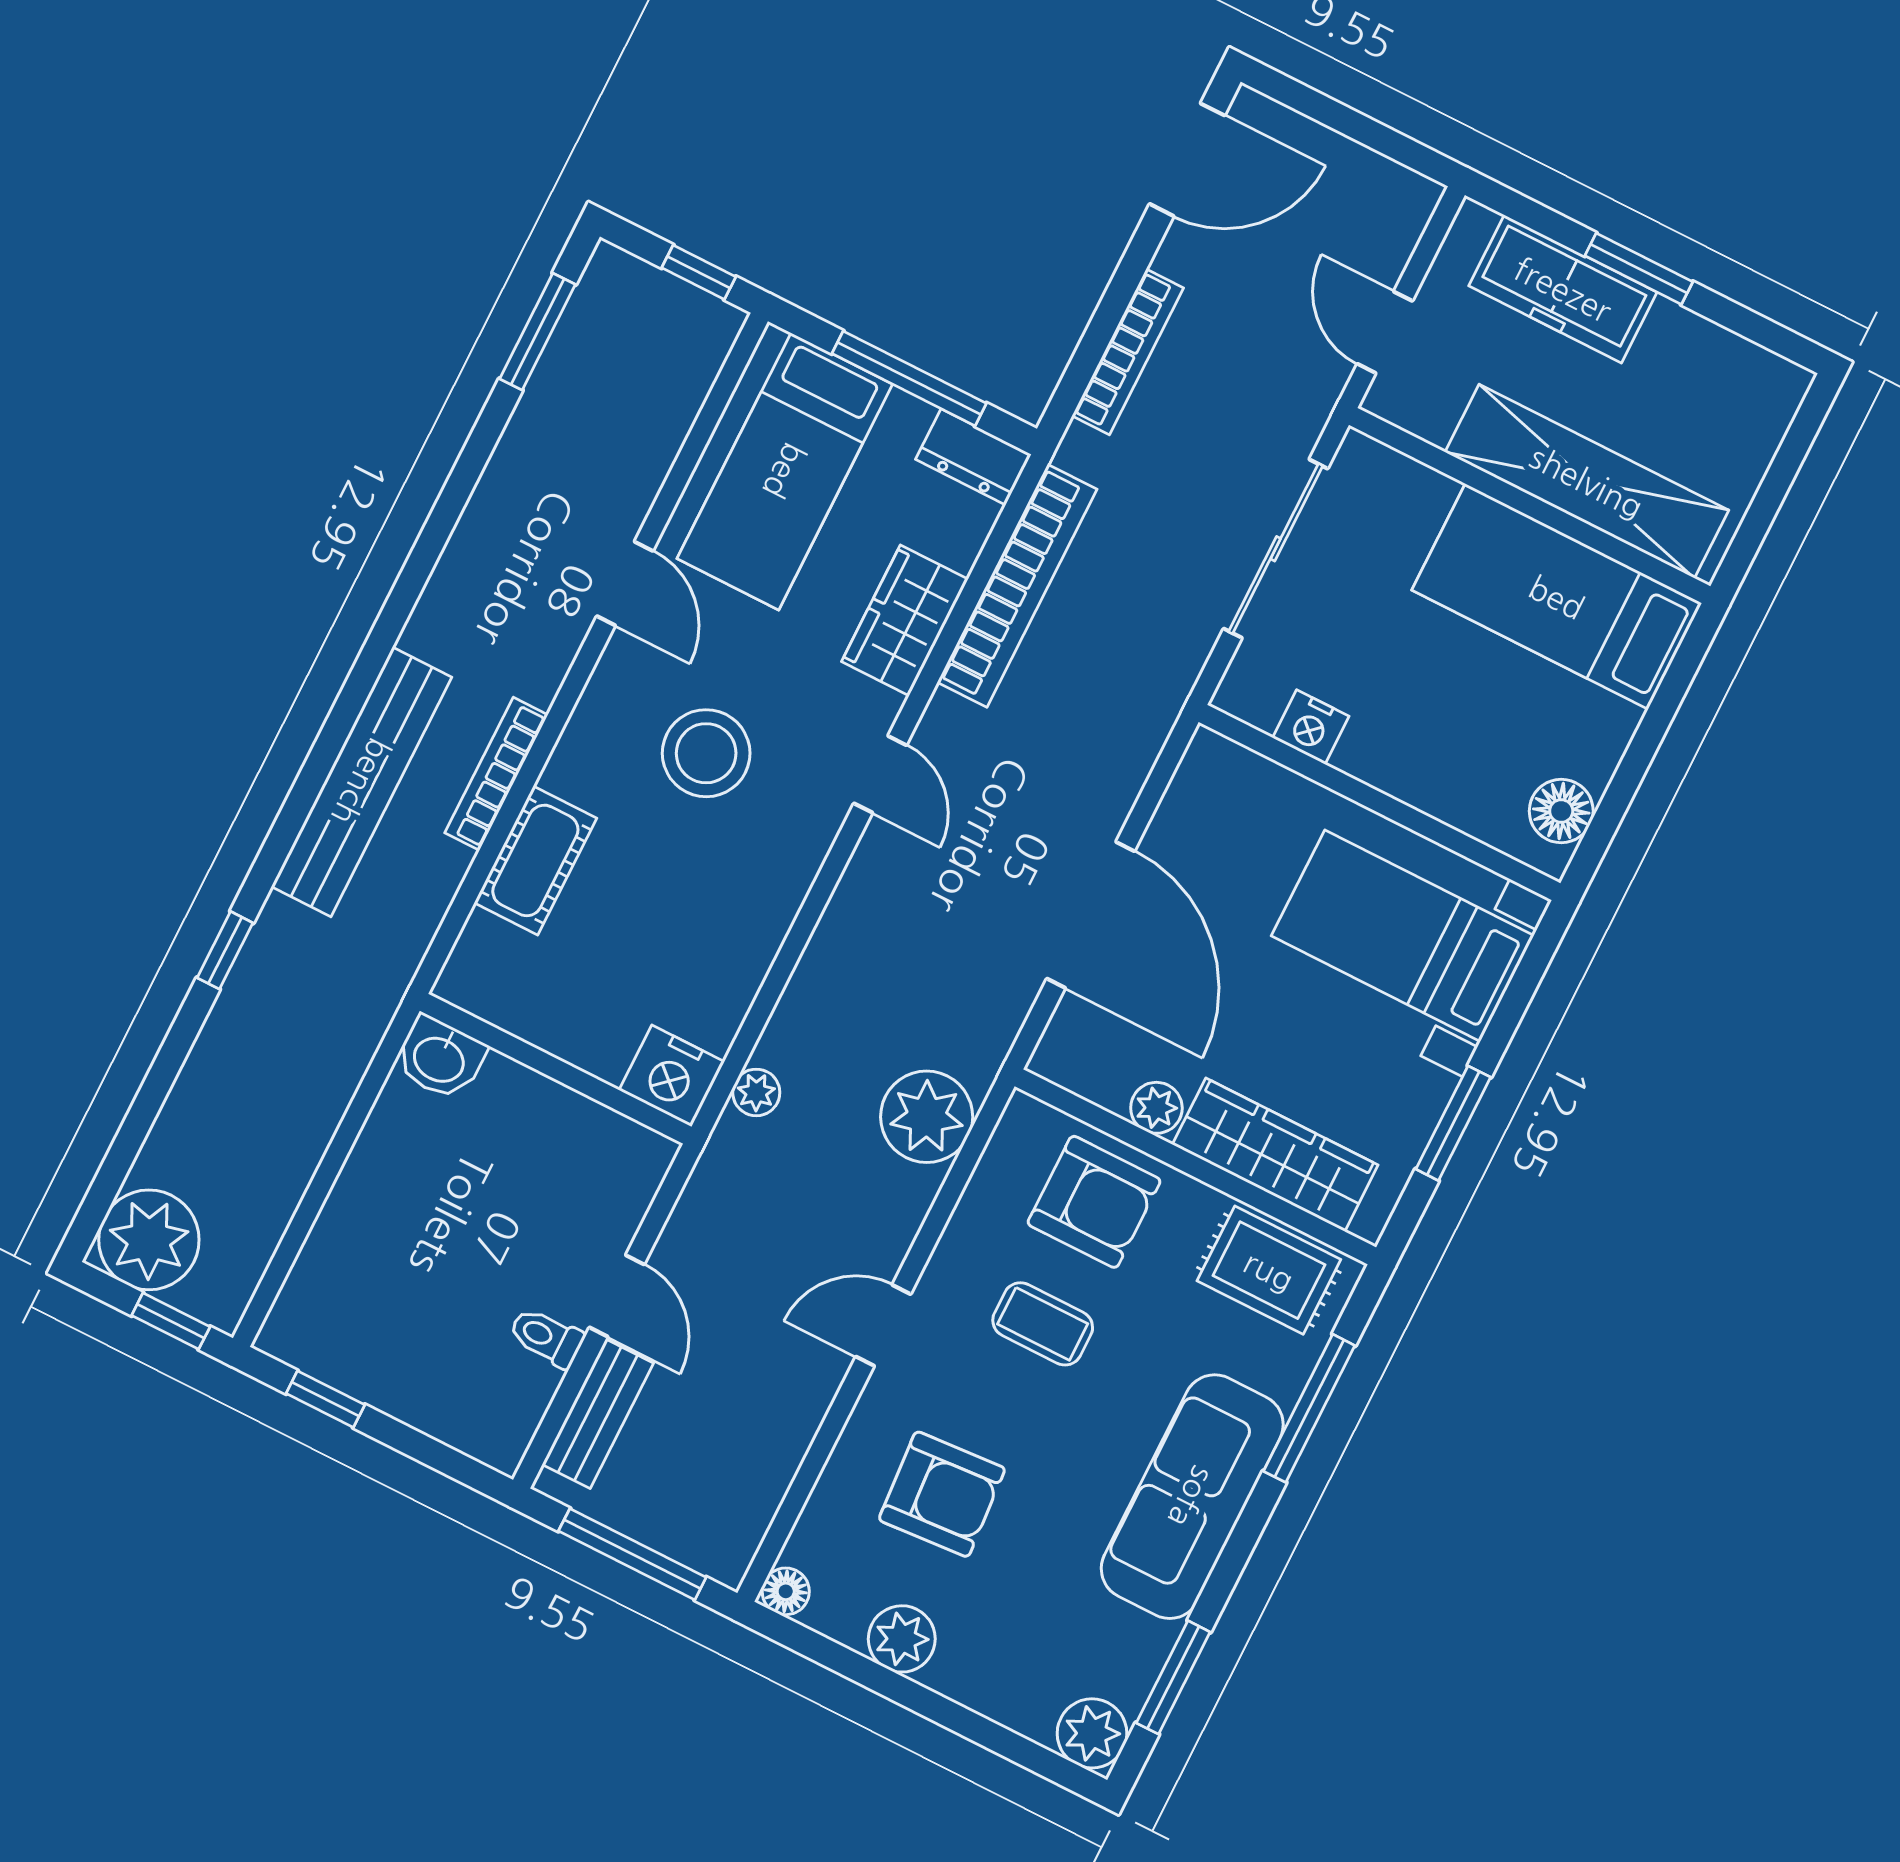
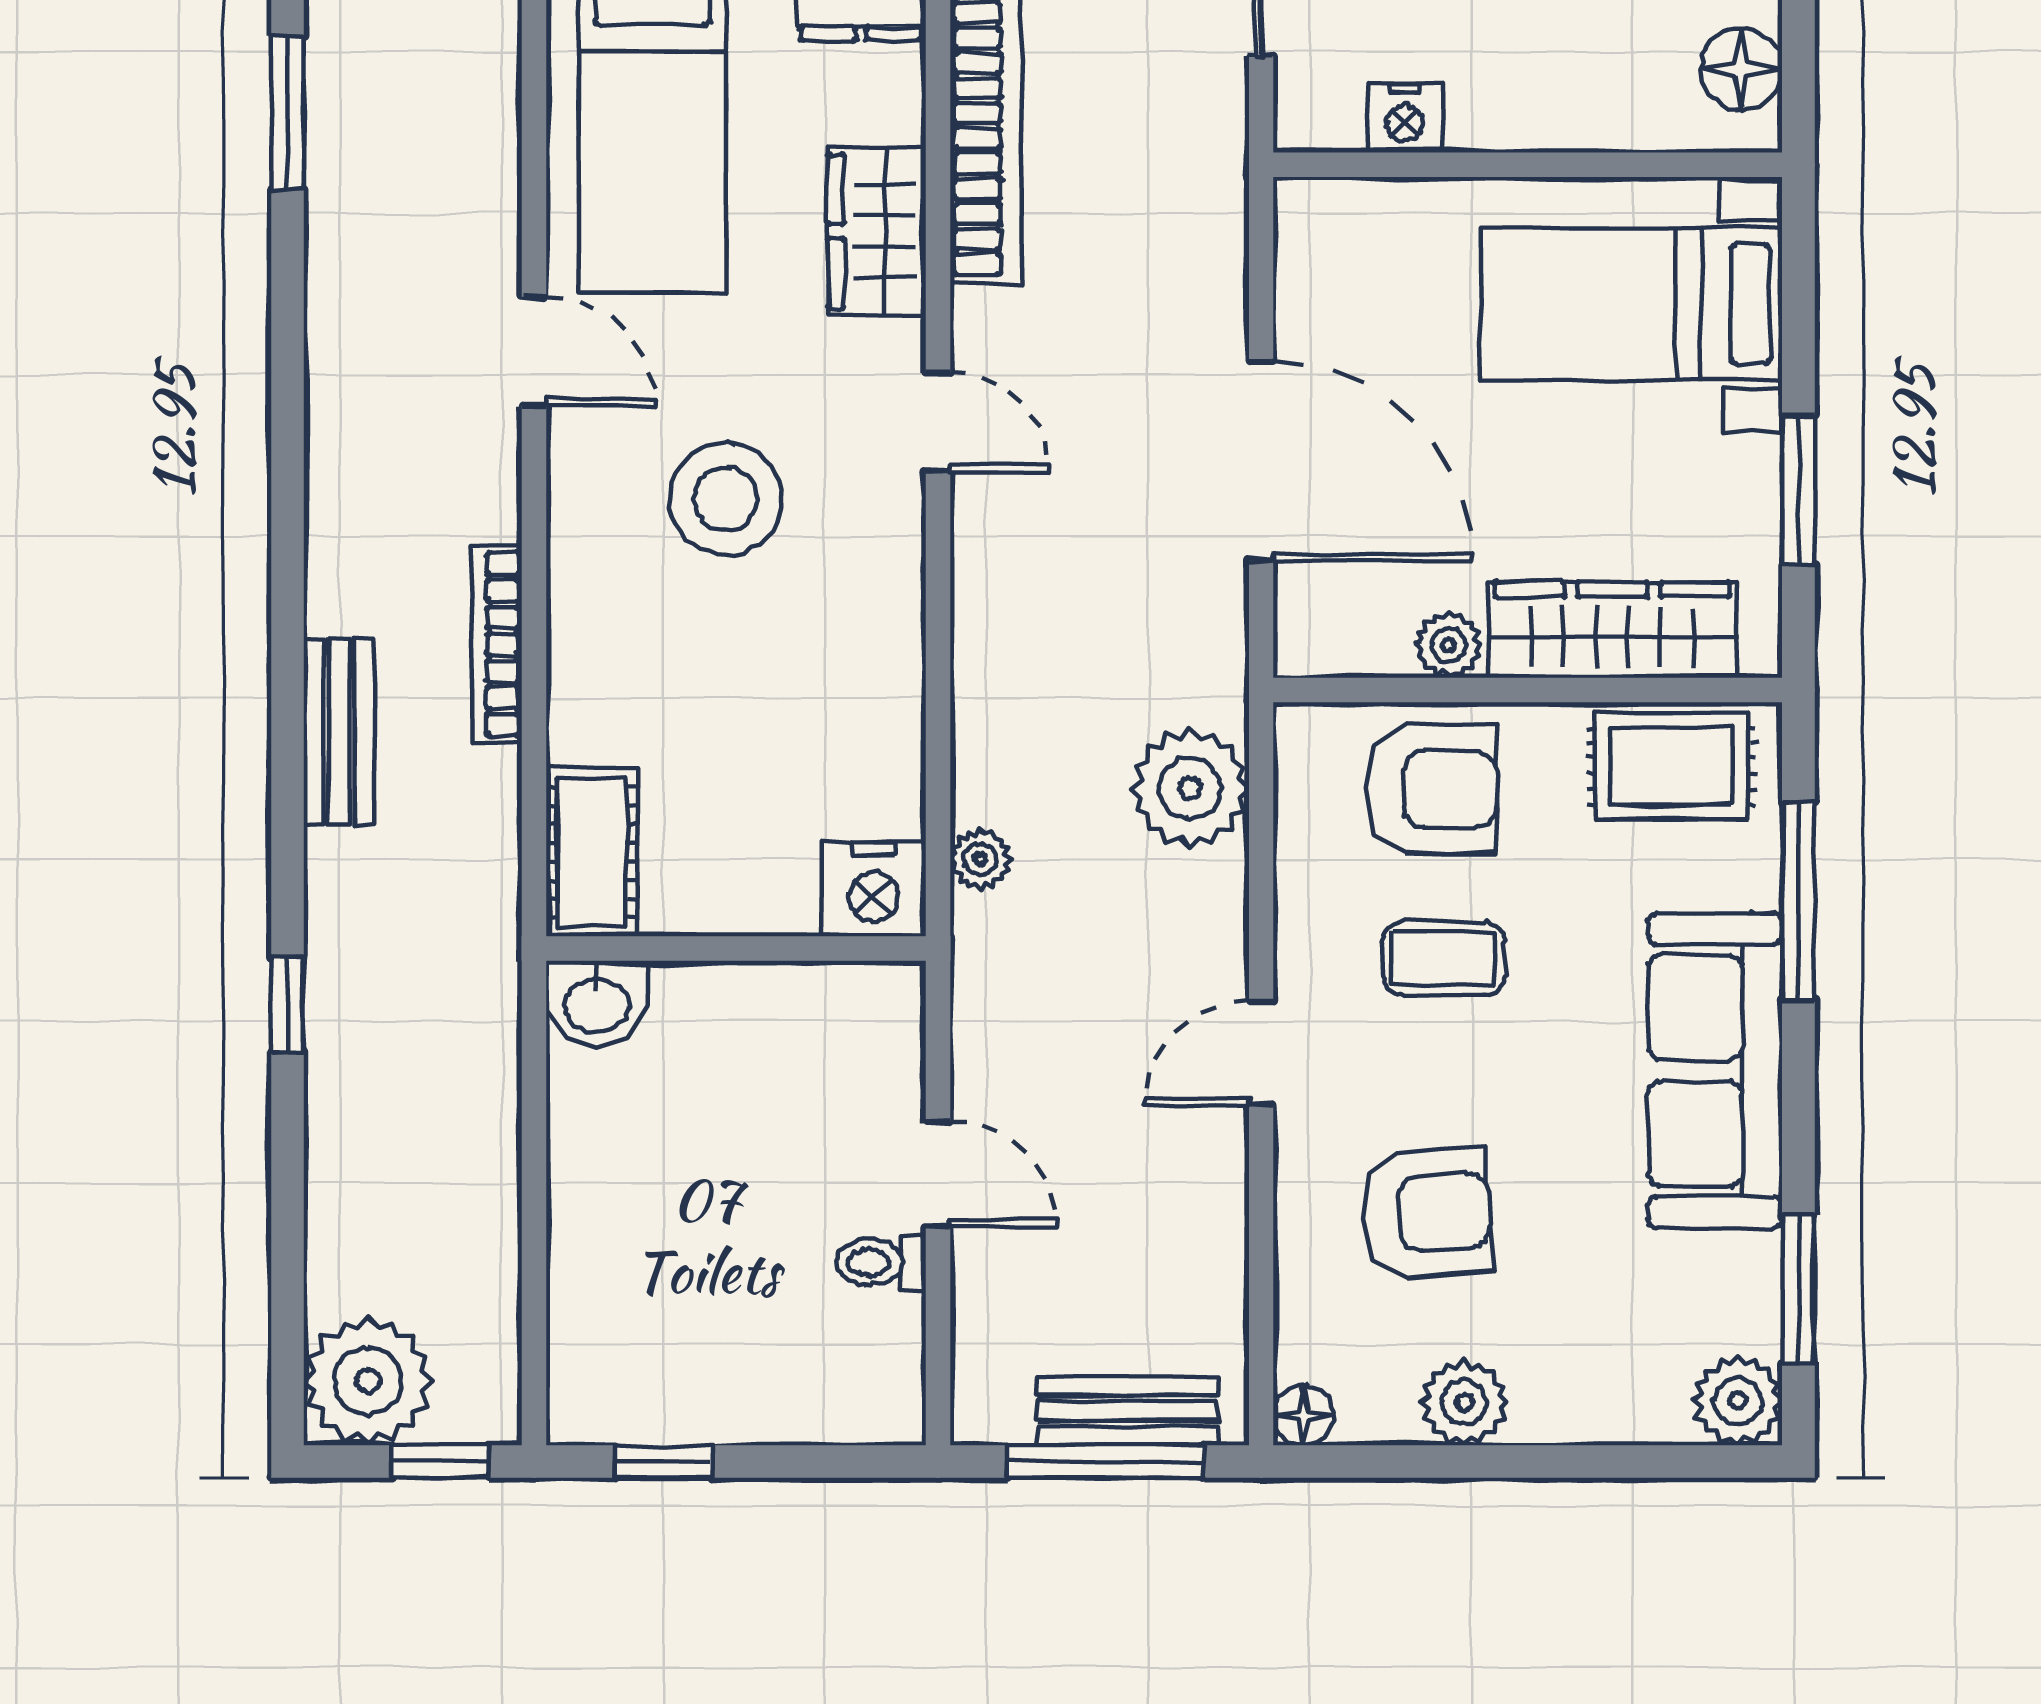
bench: (362, 782) -> (339, 732), width x0.54, depth x0.82
cot: (535, 860) -> (592, 852), moved
bench: (598, 1414) -> (1127, 1411), moved, turned 90

